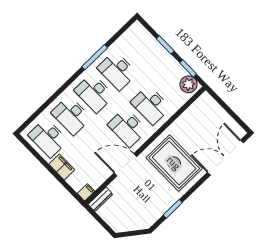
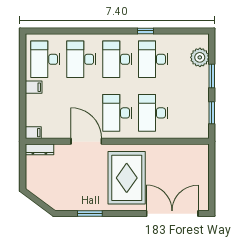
window: (95, 57) -> (146, 31), width x0.46
plant: (189, 84) -> (200, 57), moved
filing cabinet: (62, 167) -> (34, 87), width x0.50

